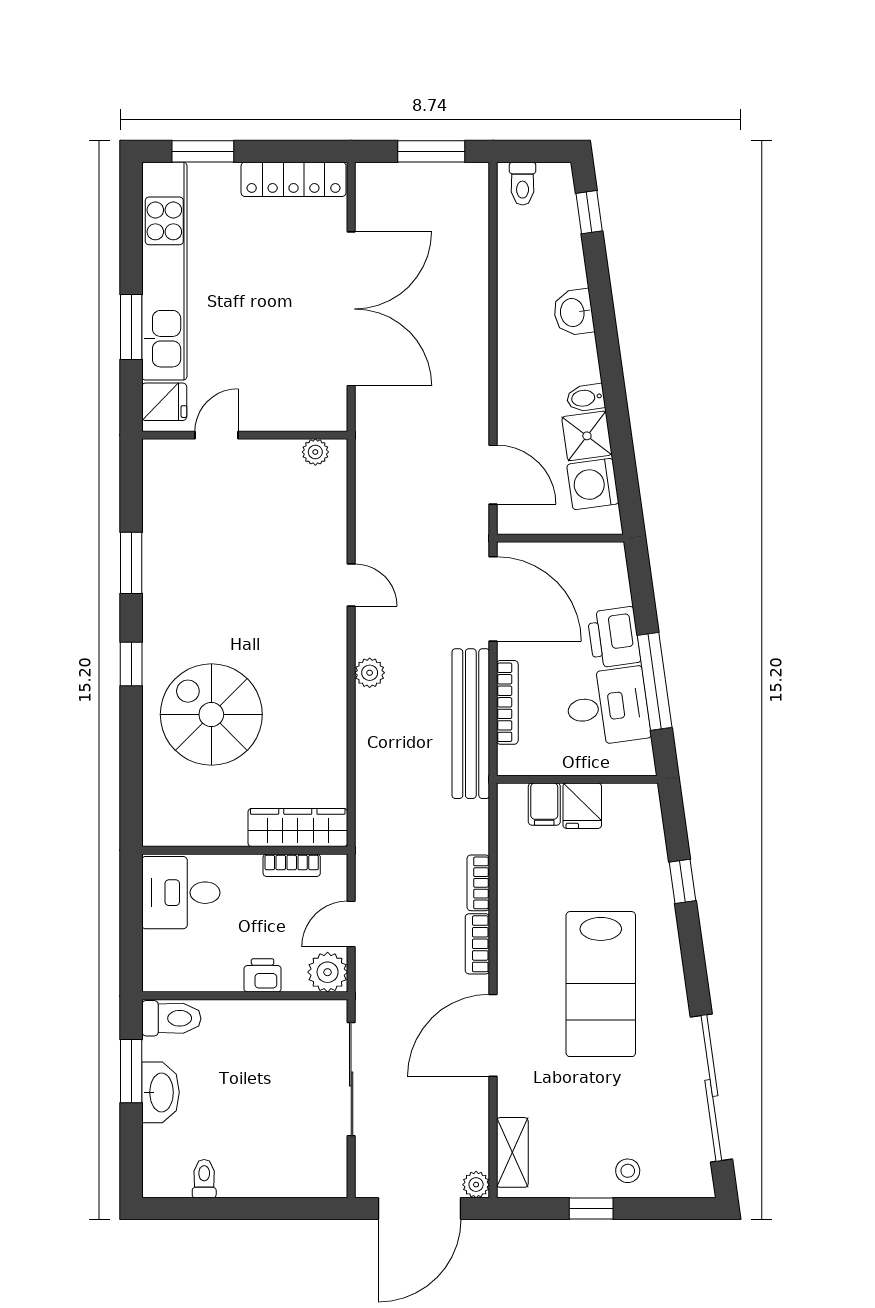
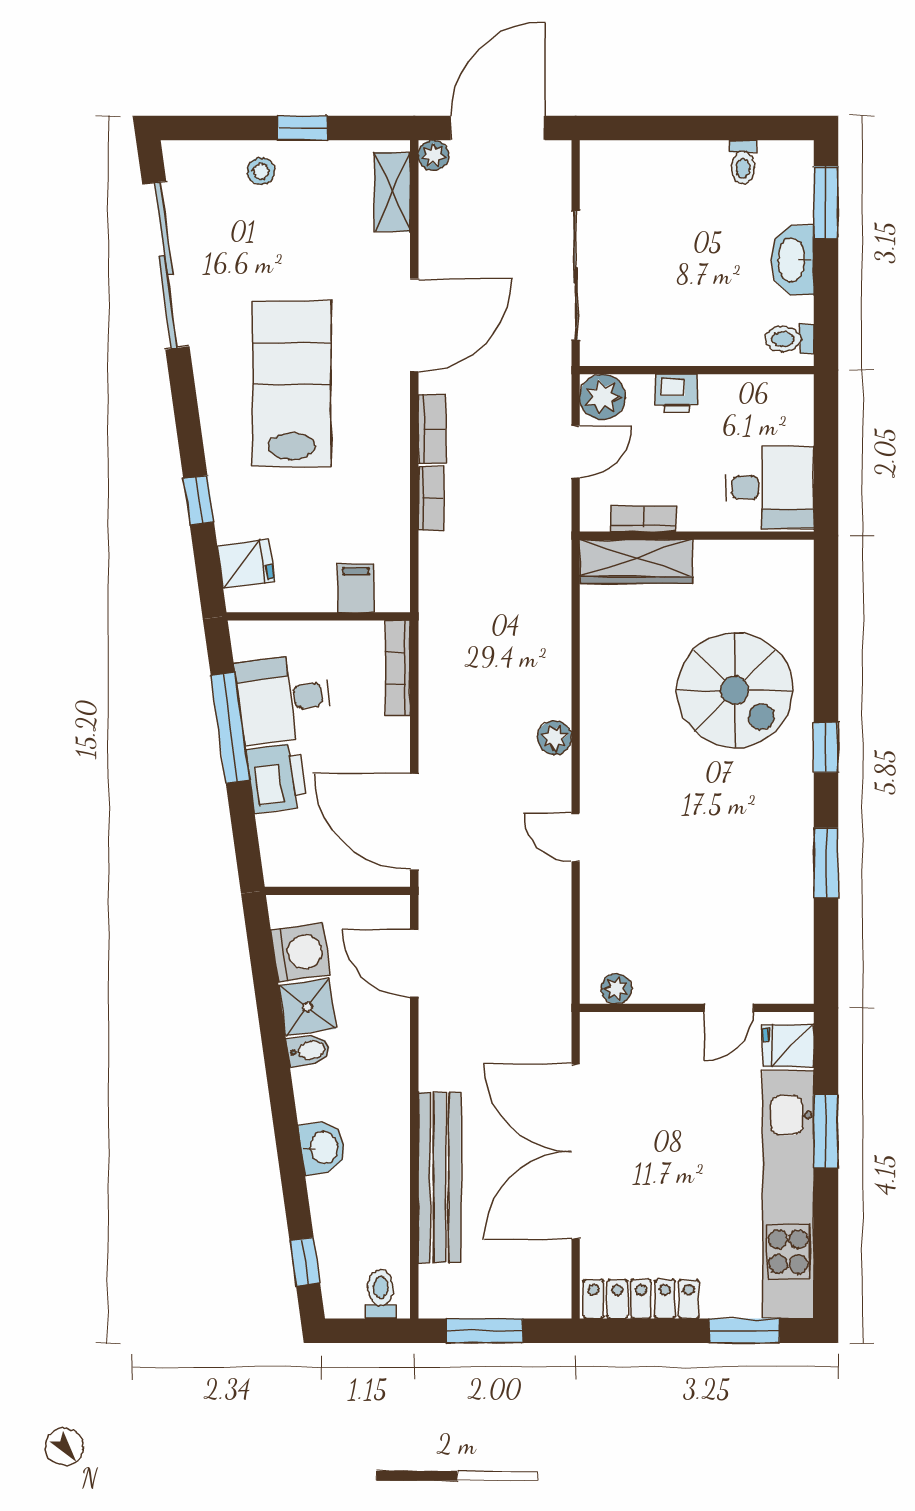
bookcase: (507, 702) -> (398, 668), moved
bench: (471, 724) -> (439, 1178), moved
fridge: (582, 806) -> (246, 564), moved, turned 82
toilet: (171, 1018) -> (790, 339), width x0.73, depth x0.72
window: (131, 1071) -> (826, 202), moved

